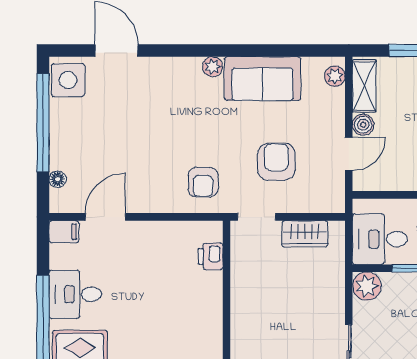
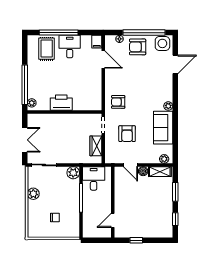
armchair: (76, 137) -> (138, 47), added
armchair: (276, 162) -> (127, 134), turned 90
printer: (211, 256) -> (61, 103), moved, width x1.87, depth x1.48

